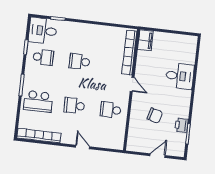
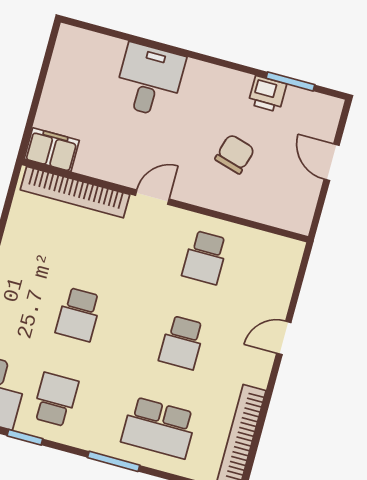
school desk: (38, 101) -> (159, 428), turned 90

